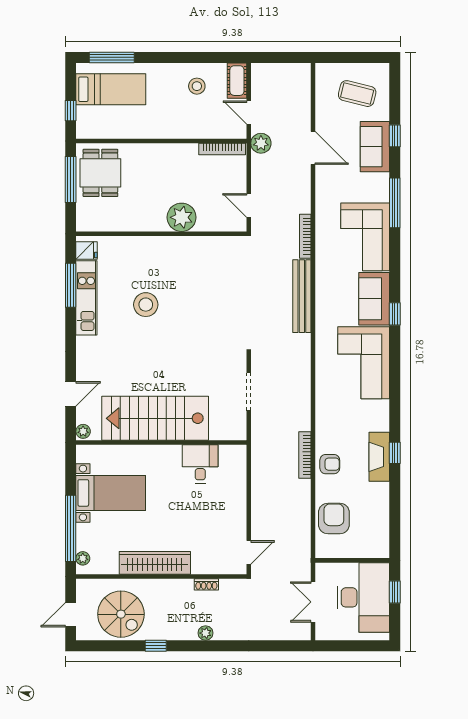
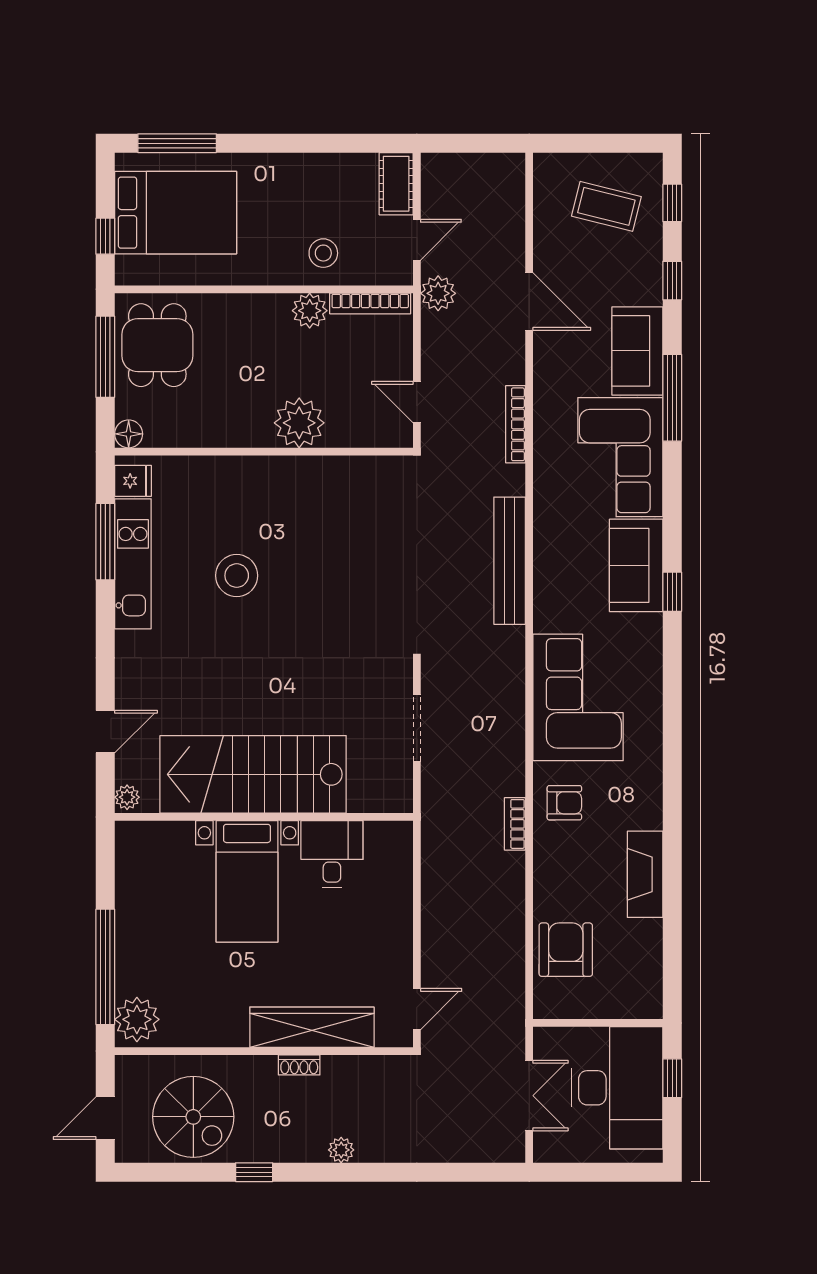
stool: (197, 86) -> (323, 253), moved
bed: (111, 89) -> (176, 213), width x1.50
door: (249, 113) -> (417, 240), swing flipped
sofa: (375, 147) -> (637, 351), moved
plant: (188, 153) -> (310, 311), added
floor lamp: (84, 224) -> (129, 434), added
bookcase: (305, 236) -> (516, 424), moved
corner sofa: (364, 363) -> (578, 697), moved, turned 180
window: (395, 453) -> (672, 203), moved
bookcase: (305, 455) -> (515, 824), width x0.64
fireplace: (379, 457) -> (645, 874), moved
armchair: (330, 464) -> (564, 803), moved
bed with nightstands: (111, 493) -> (247, 881), moved, turned 90
plant: (83, 558) -> (137, 1019), width x1.88, depth x1.88
wardrobe: (155, 563) -> (312, 1027), moved
shoe rack: (206, 584) -> (299, 1065), moved
double door: (313, 602) -> (529, 1096), swing flipped

